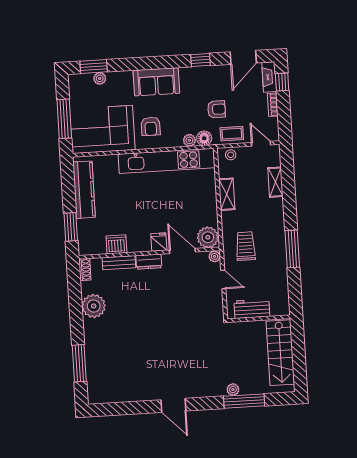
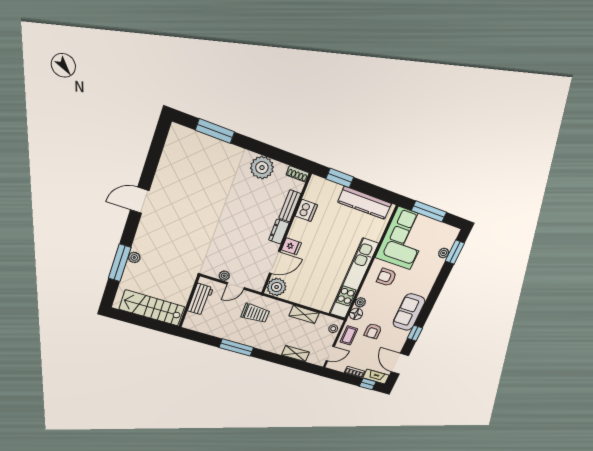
sofa: (156, 82) -> (409, 312), moved
plant: (215, 256) -> (224, 276), moved

